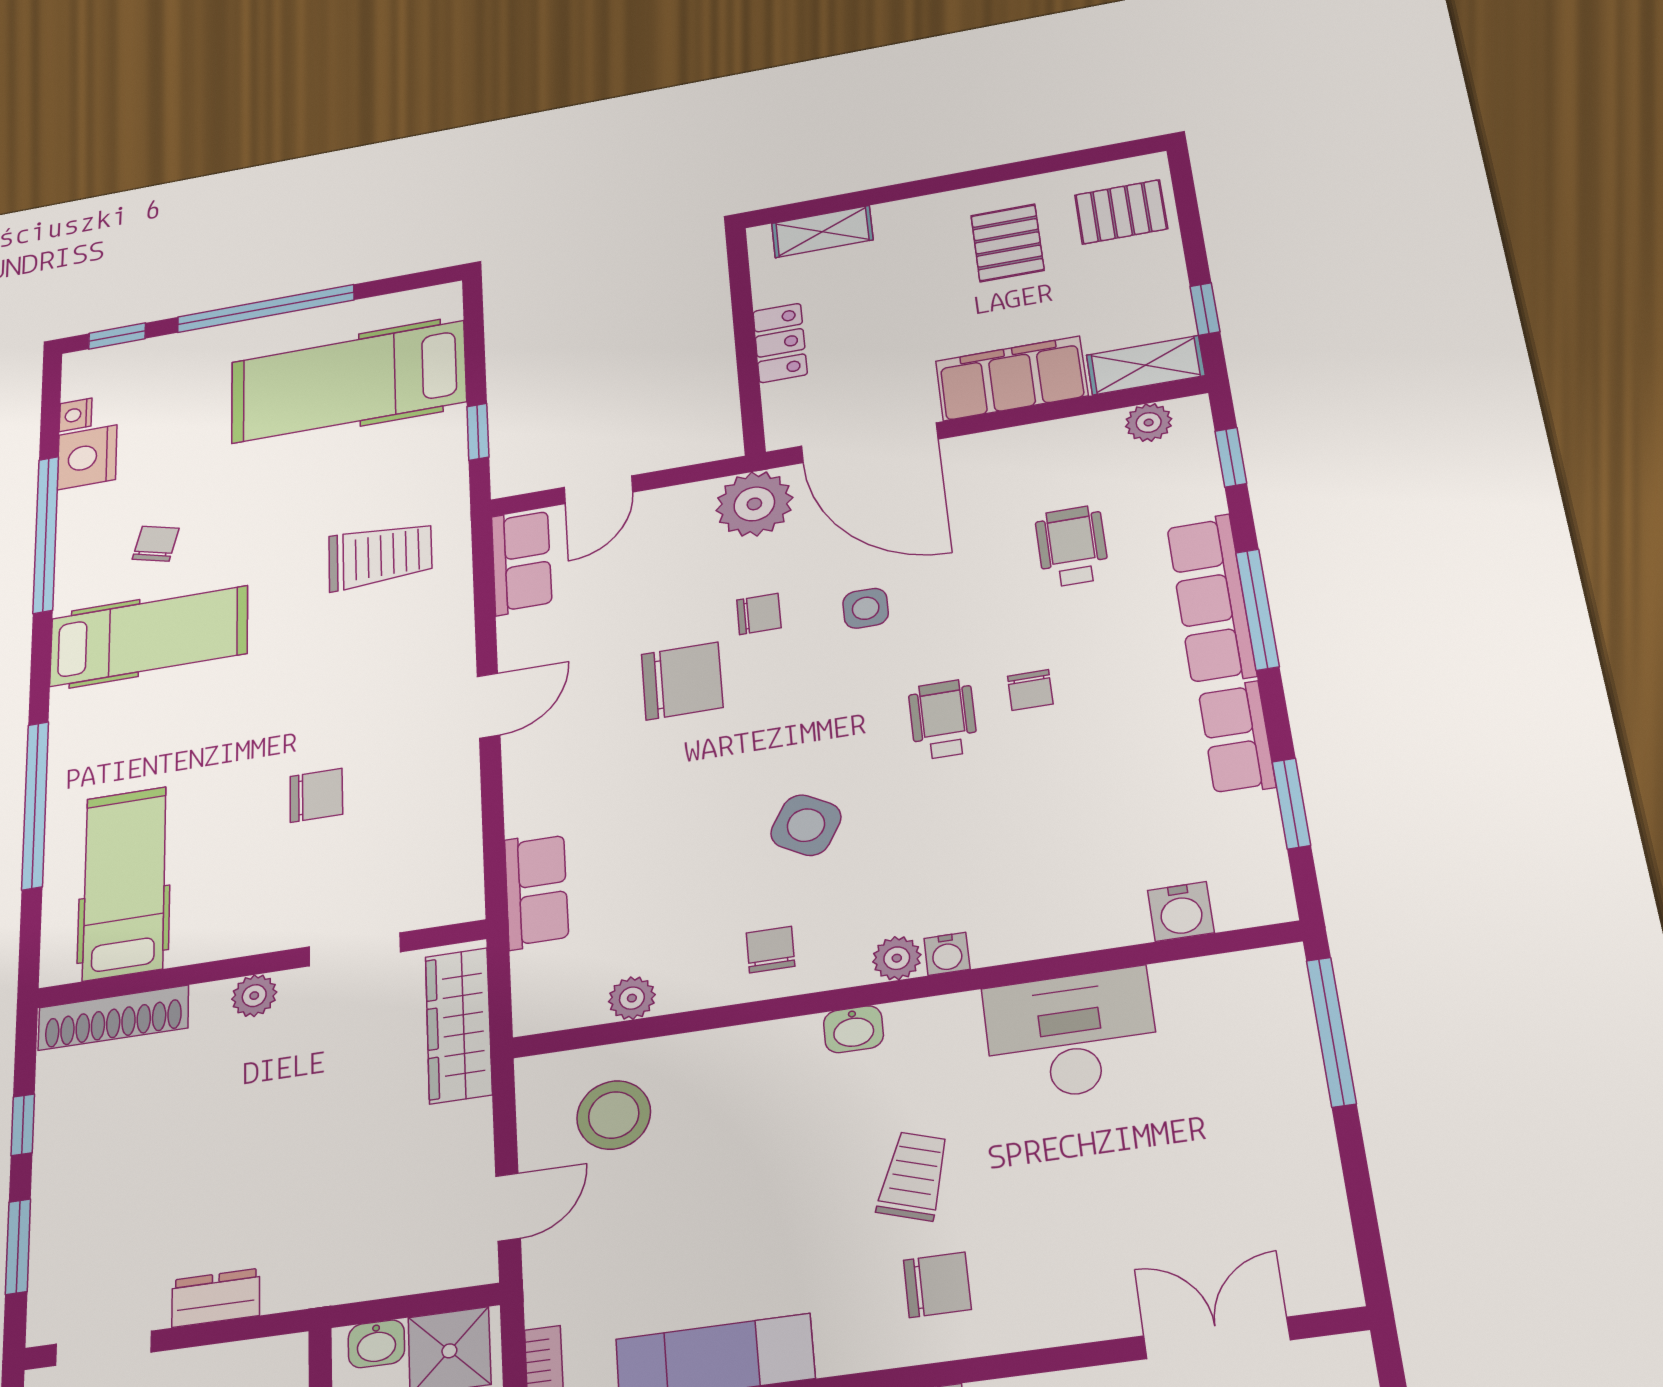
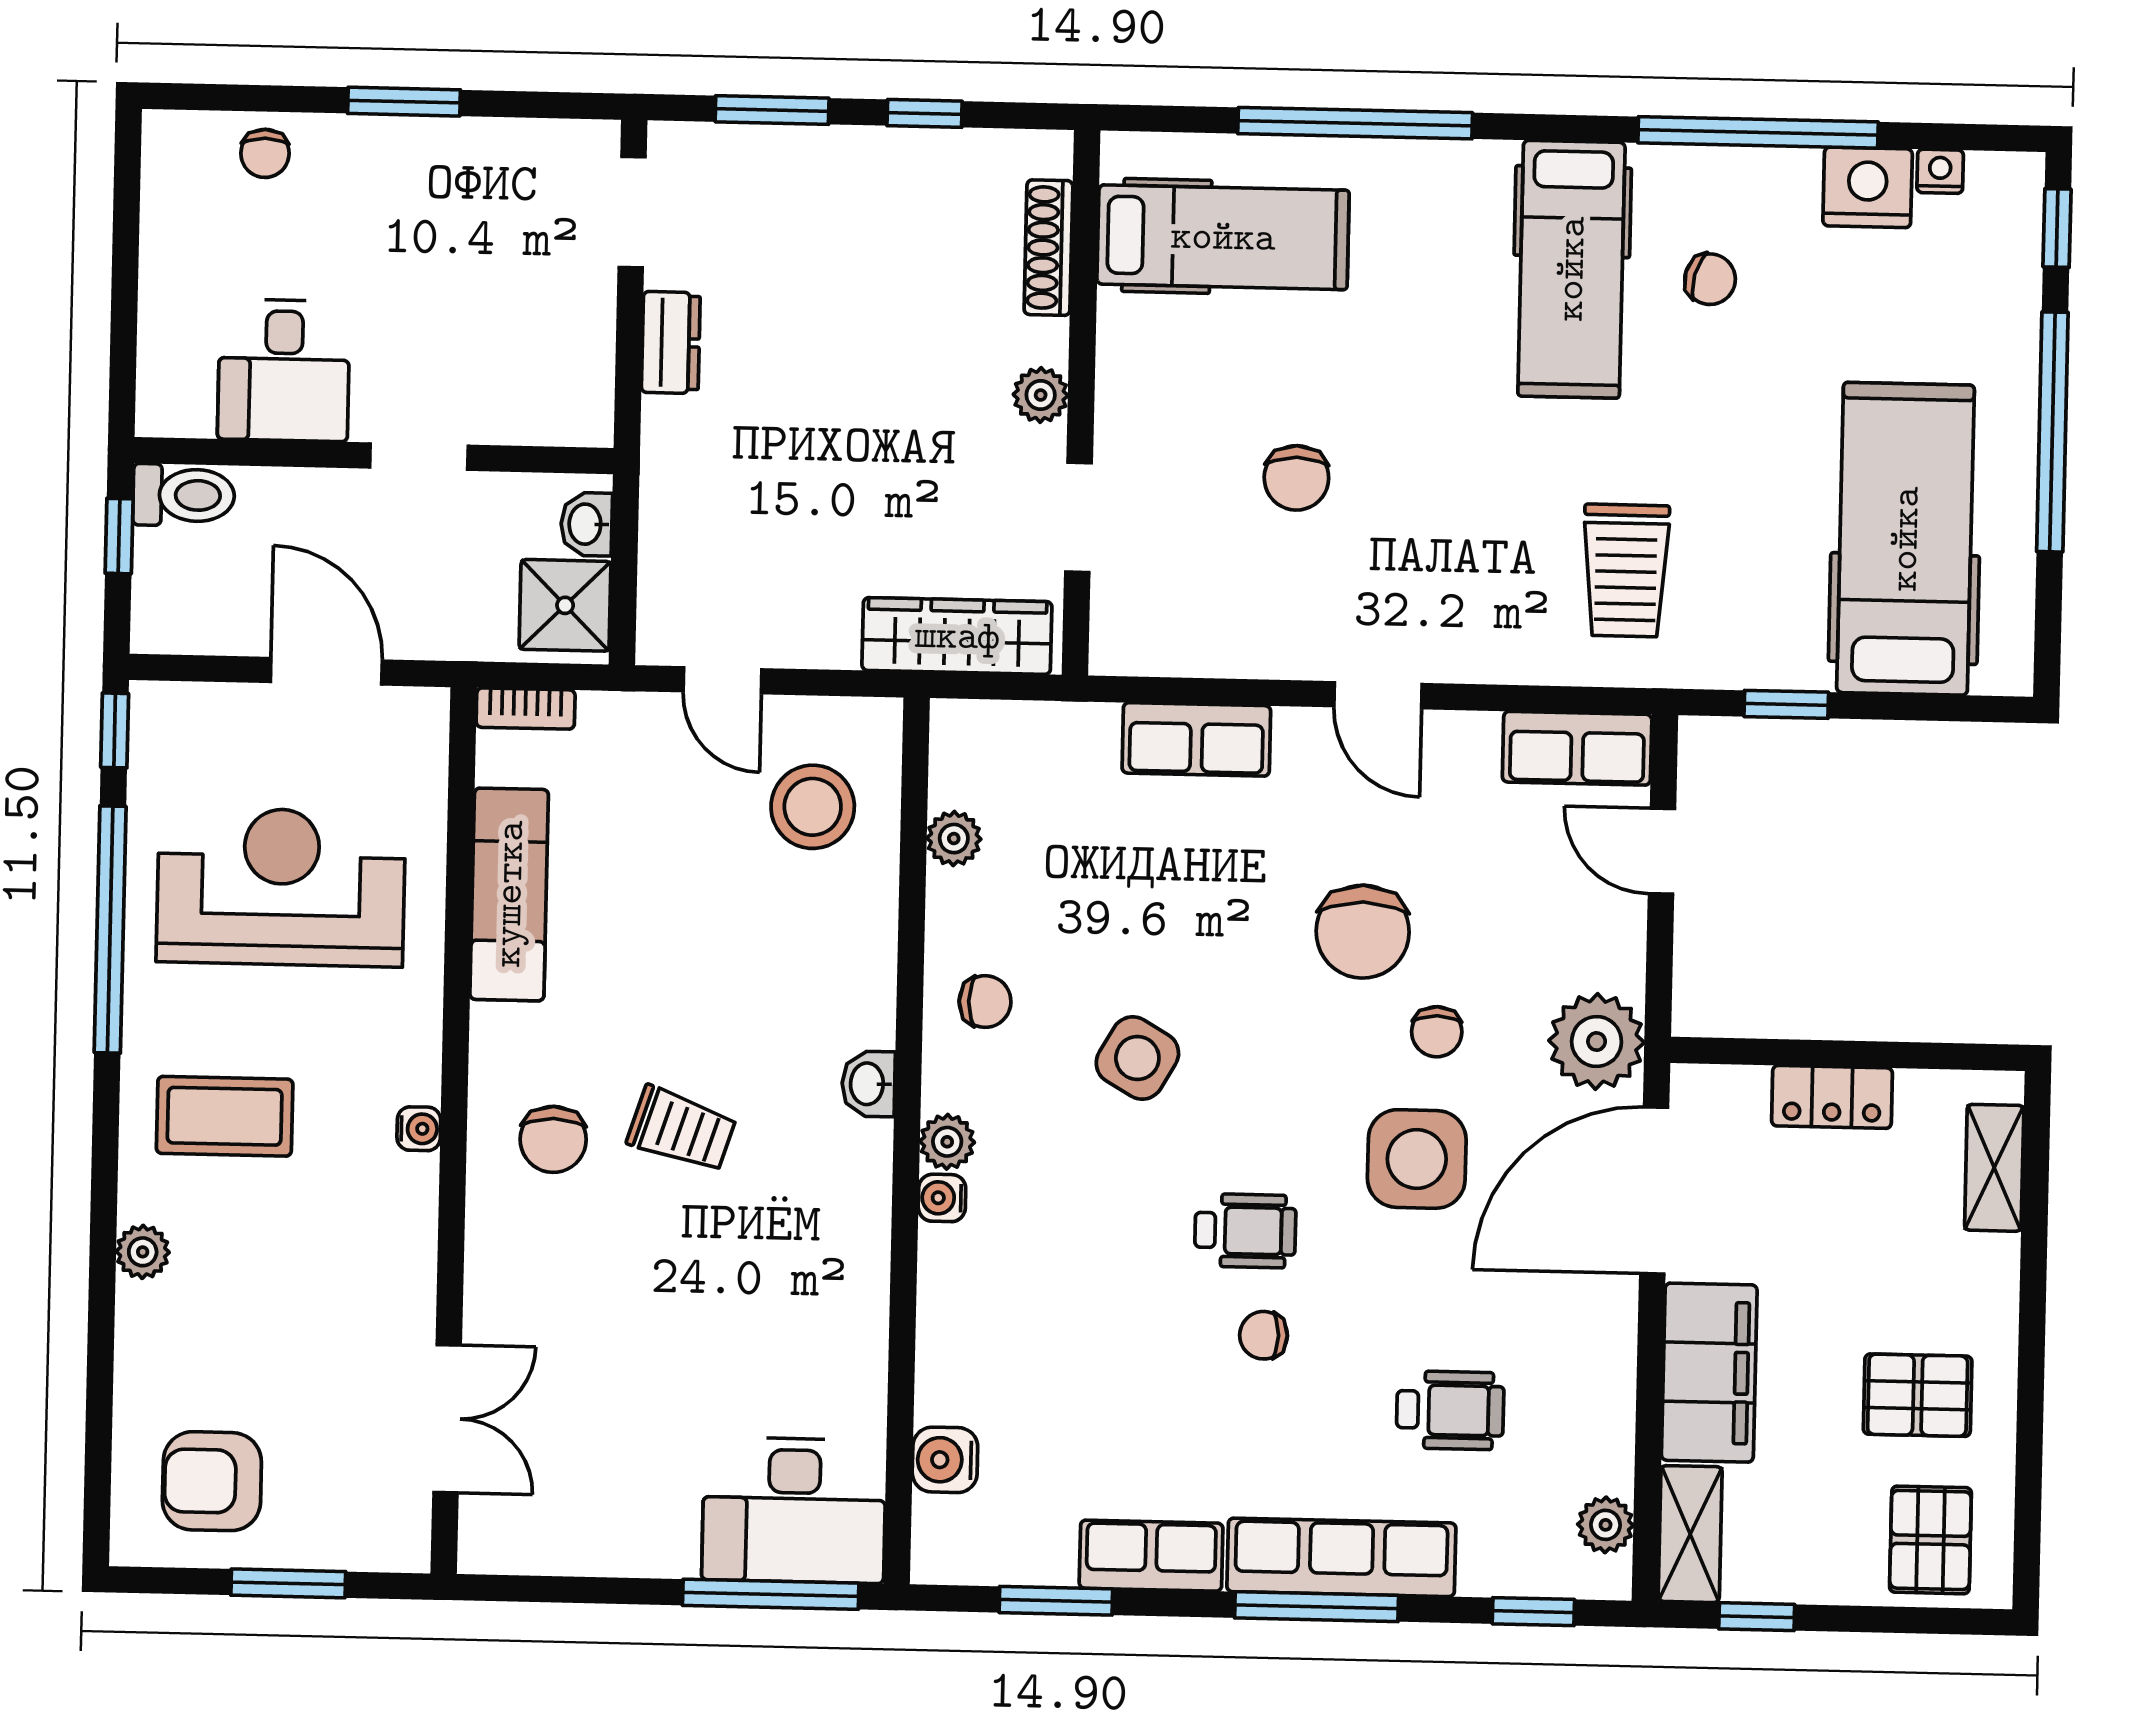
side table: (866, 608) -> (1417, 1159), width x1.87, depth x1.87
row of seats: (536, 890) -> (1196, 739), moved
shoe rack: (113, 1018) -> (1048, 248), width x0.74, depth x0.81
desk: (1071, 1035) -> (794, 1510), moved, turned 90

